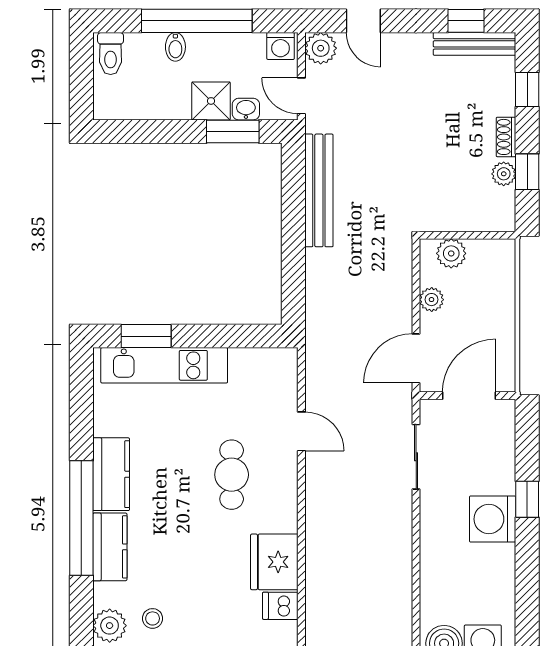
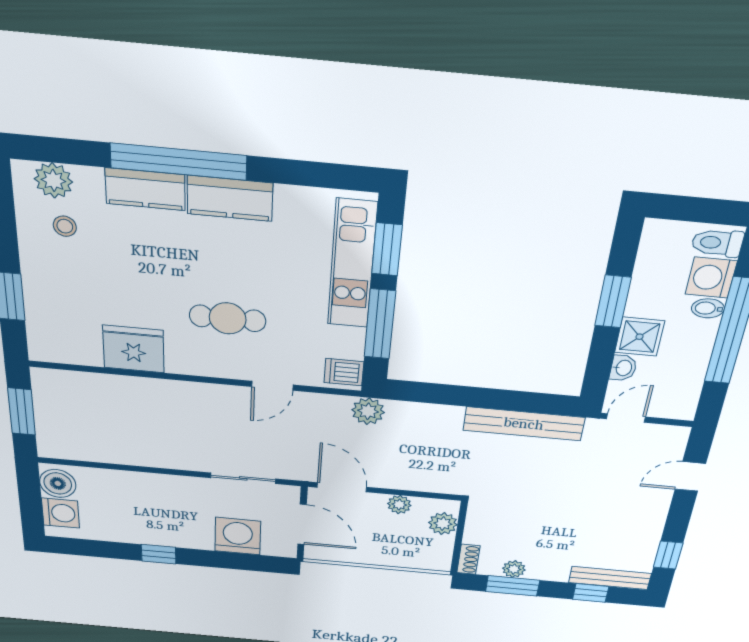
bench: (474, 44) -> (610, 578), moved, turned 90
washing machine: (281, 46) -> (711, 278), moved, width x1.38, depth x1.38
plant: (321, 48) -> (368, 411), moved
window: (233, 131) -> (613, 302), moved
shoe rack: (506, 137) -> (468, 559), moved, turned 90
window: (527, 172) -> (513, 586), width x1.50
window: (223, 336) -> (380, 324), added
window: (527, 499) -> (159, 554), moved
washing machine: (493, 519) -> (238, 536), moved
dishwasher: (280, 606) -> (344, 372), moved, turned -90

